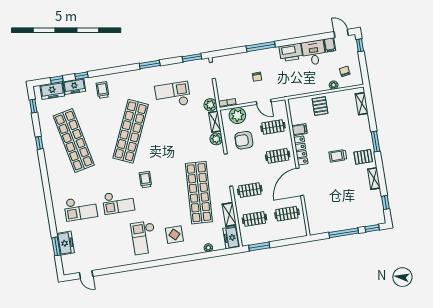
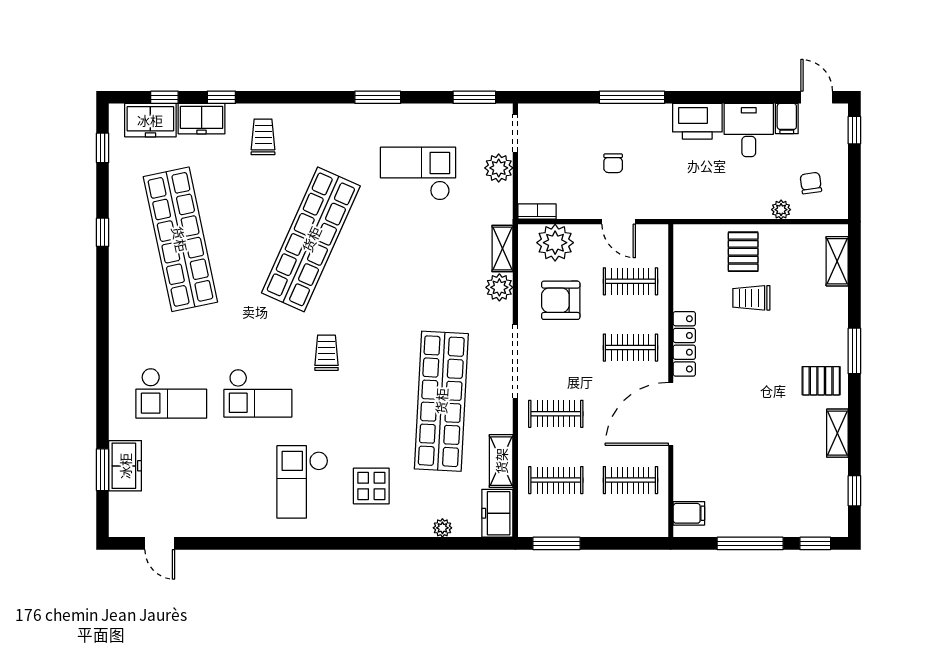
plant: (210, 105) -> (499, 168), moved
filing cabinet: (300, 130) -> (689, 513), moved
trolley: (338, 156) -> (751, 298), moved

